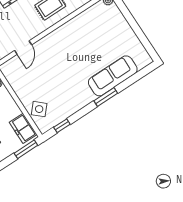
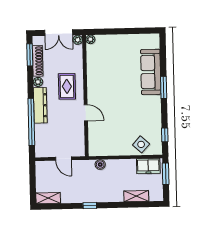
door: (23, 48) -> (86, 113), moved

